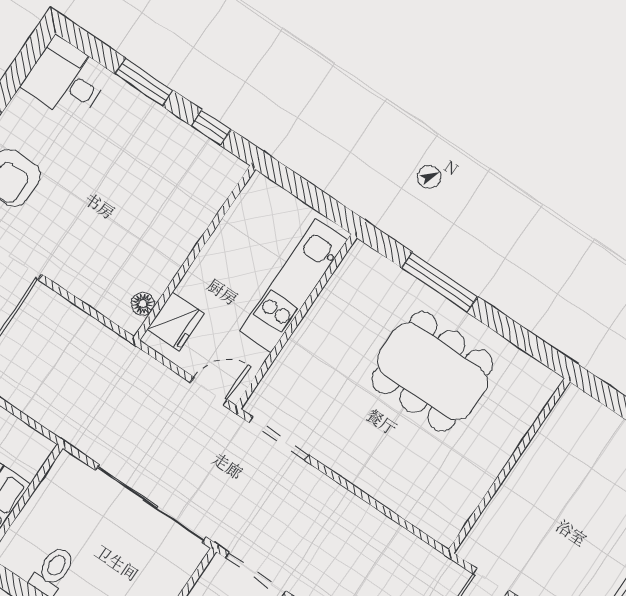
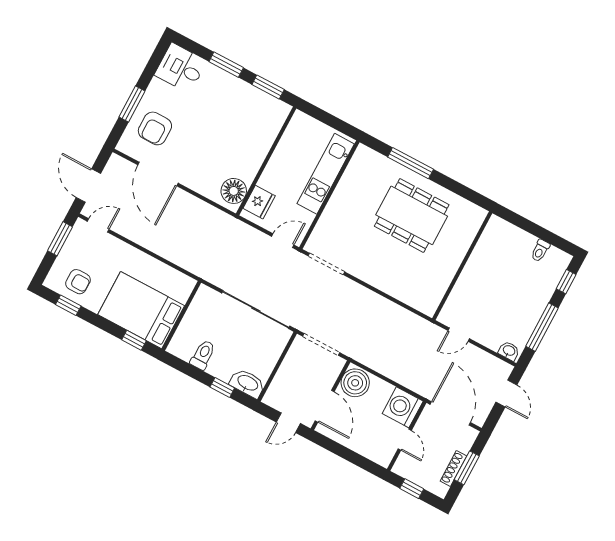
window: (211, 128) -> (268, 87), width x1.50
floor lamp: (143, 304) -> (234, 191), width x1.89, depth x1.89

